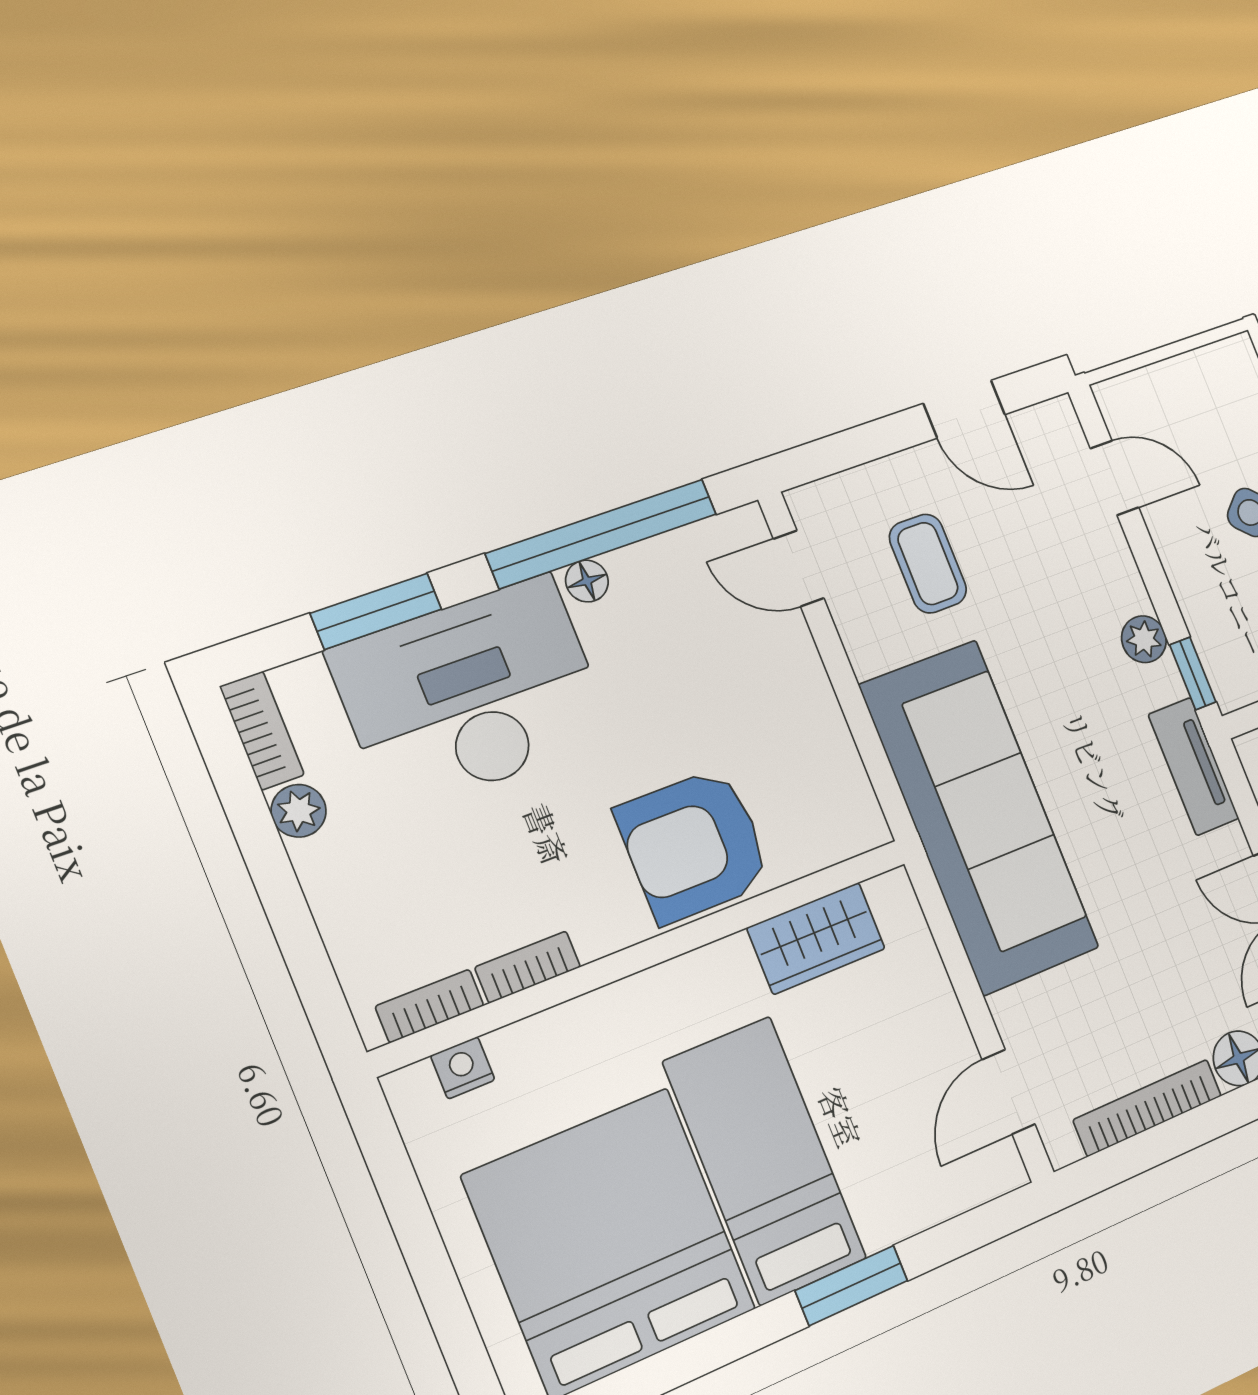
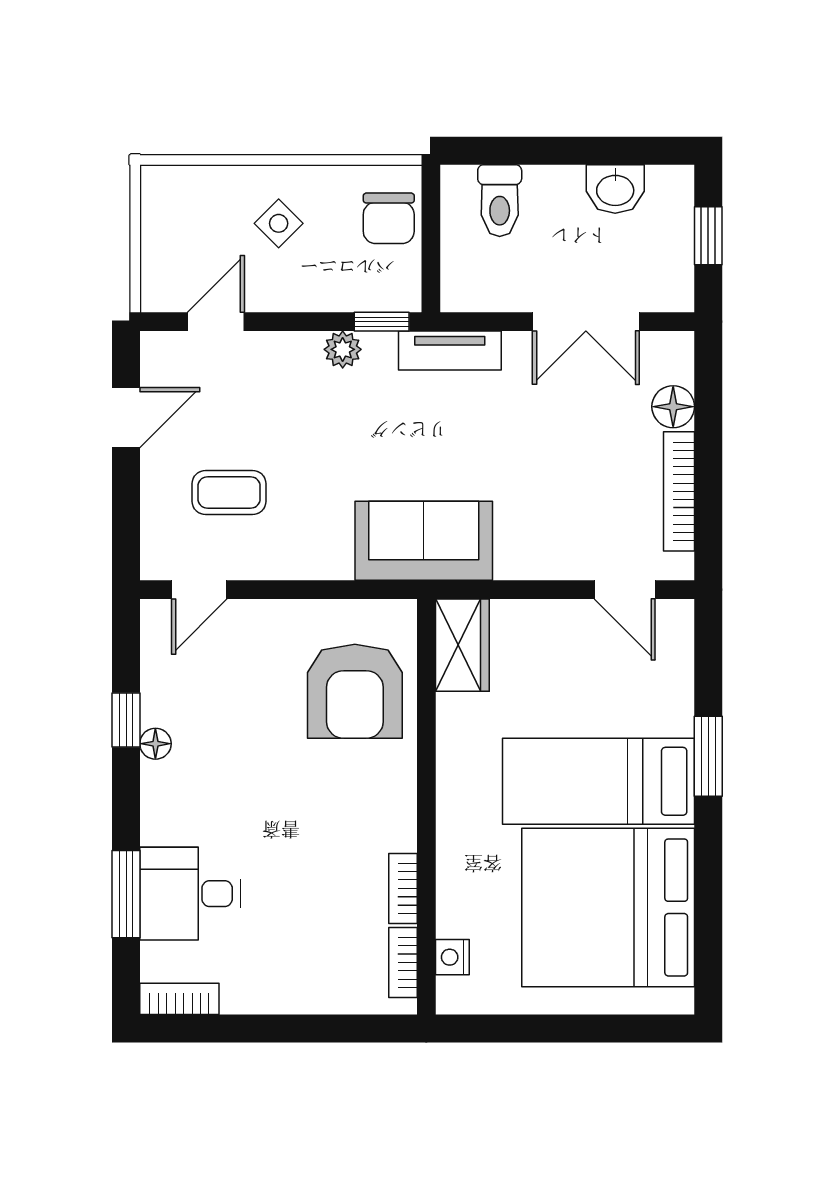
window: (602, 534) -> (126, 720), width x0.32
desk: (471, 694) -> (190, 894), width x0.53, depth x0.77
plant: (299, 811) -> (241, 996), removed
sofa: (979, 817) -> (424, 541), width x0.54, depth x0.79
armchair: (694, 845) -> (355, 691), moved
wardrobe: (816, 938) -> (462, 645), moved

